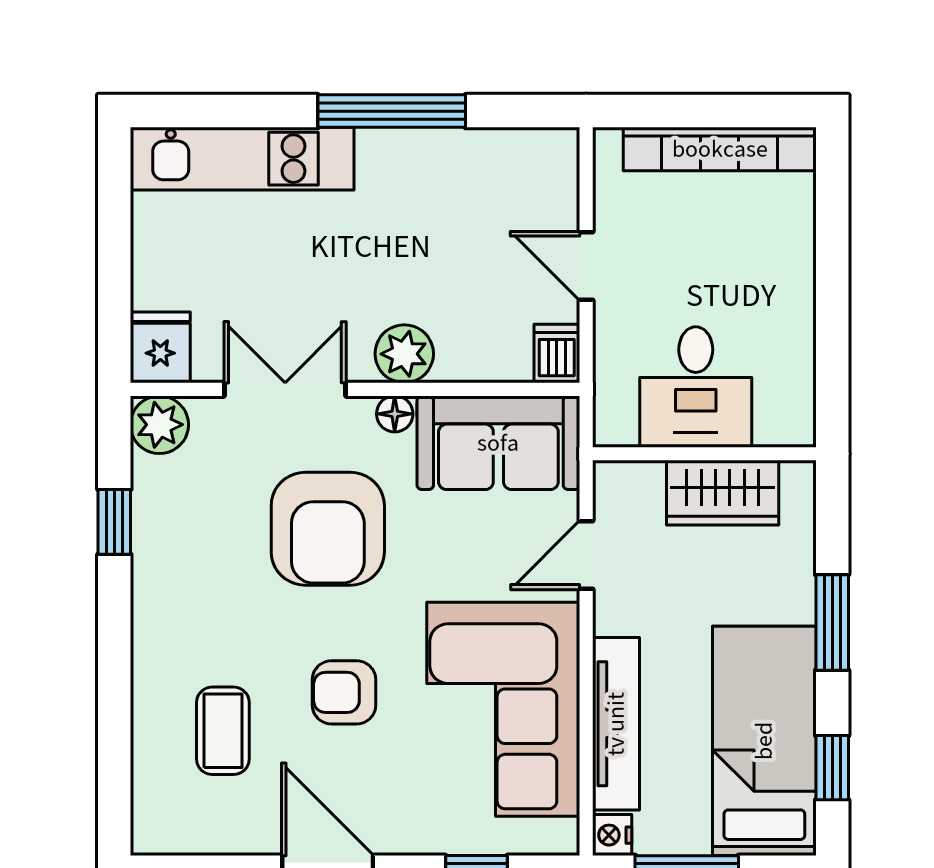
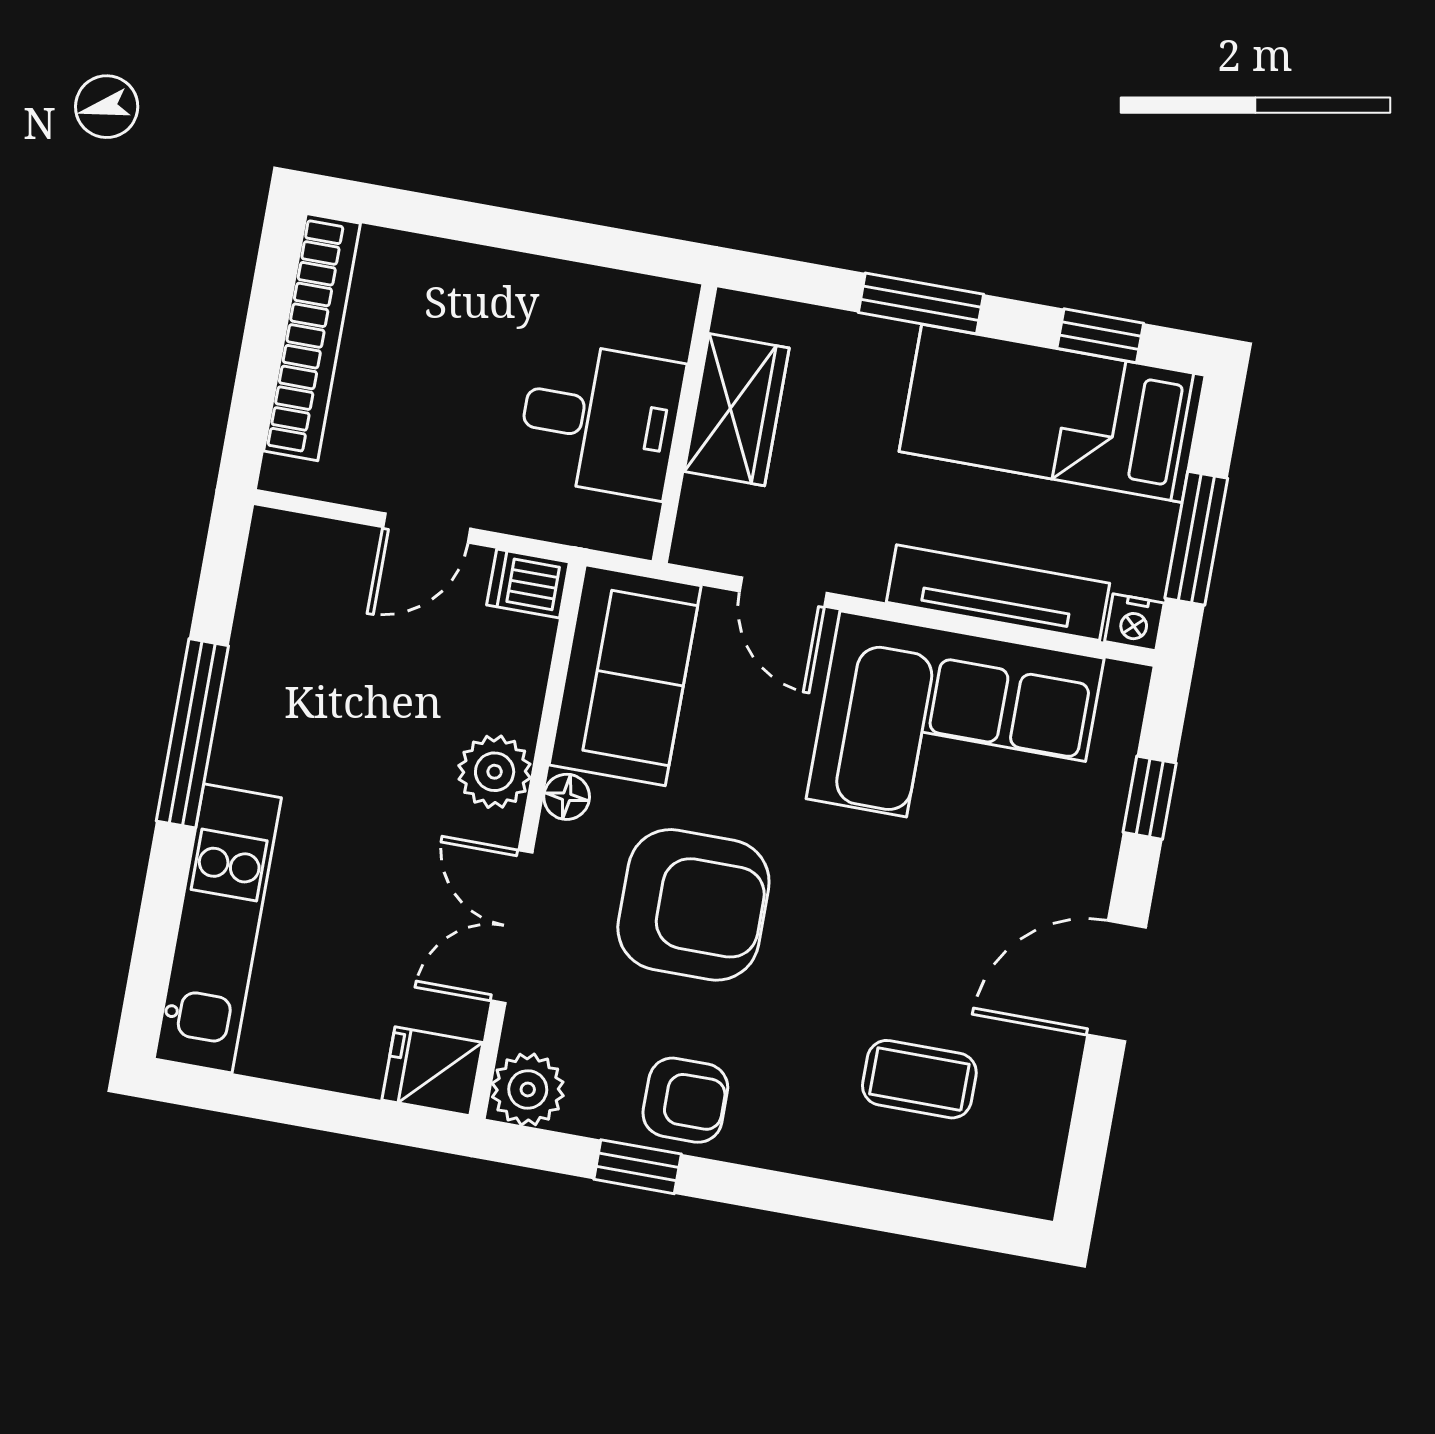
armchair: (344, 692) -> (685, 1100), moved, turned -90

